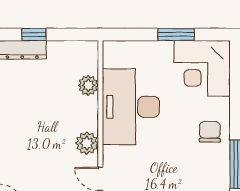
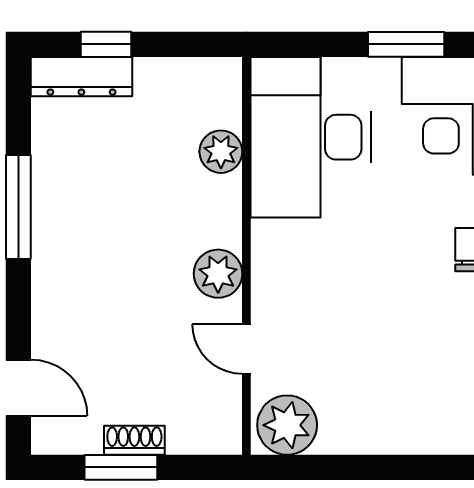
desk: (131, 107) -> (311, 137), moved

